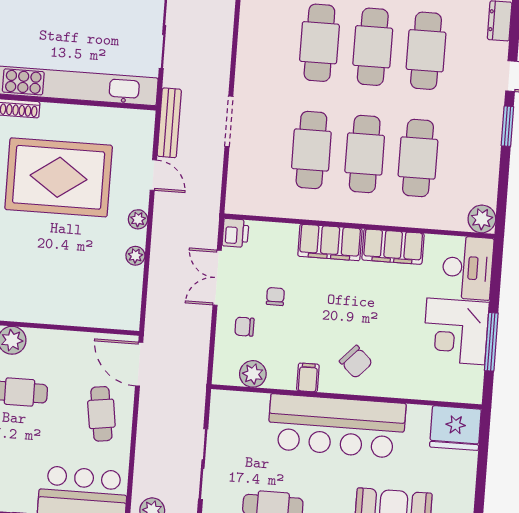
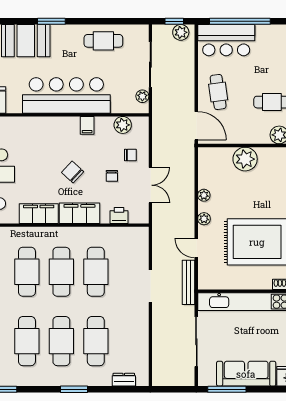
printer: (235, 233) -> (119, 216), moved, turned 90
plant: (67, 307) -> (245, 159), added
chair: (356, 362) -> (73, 172), moved
plant: (219, 416) -> (142, 96), added

